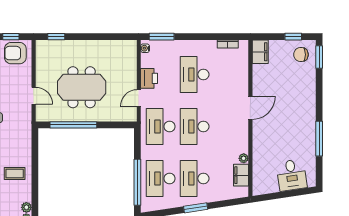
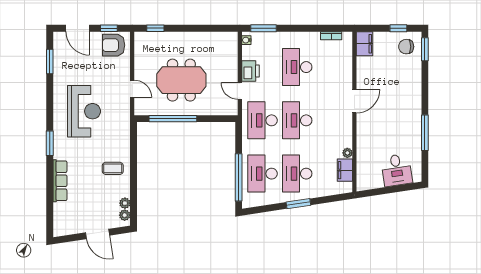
door: (139, 98) -> (240, 91), hinge flipped

